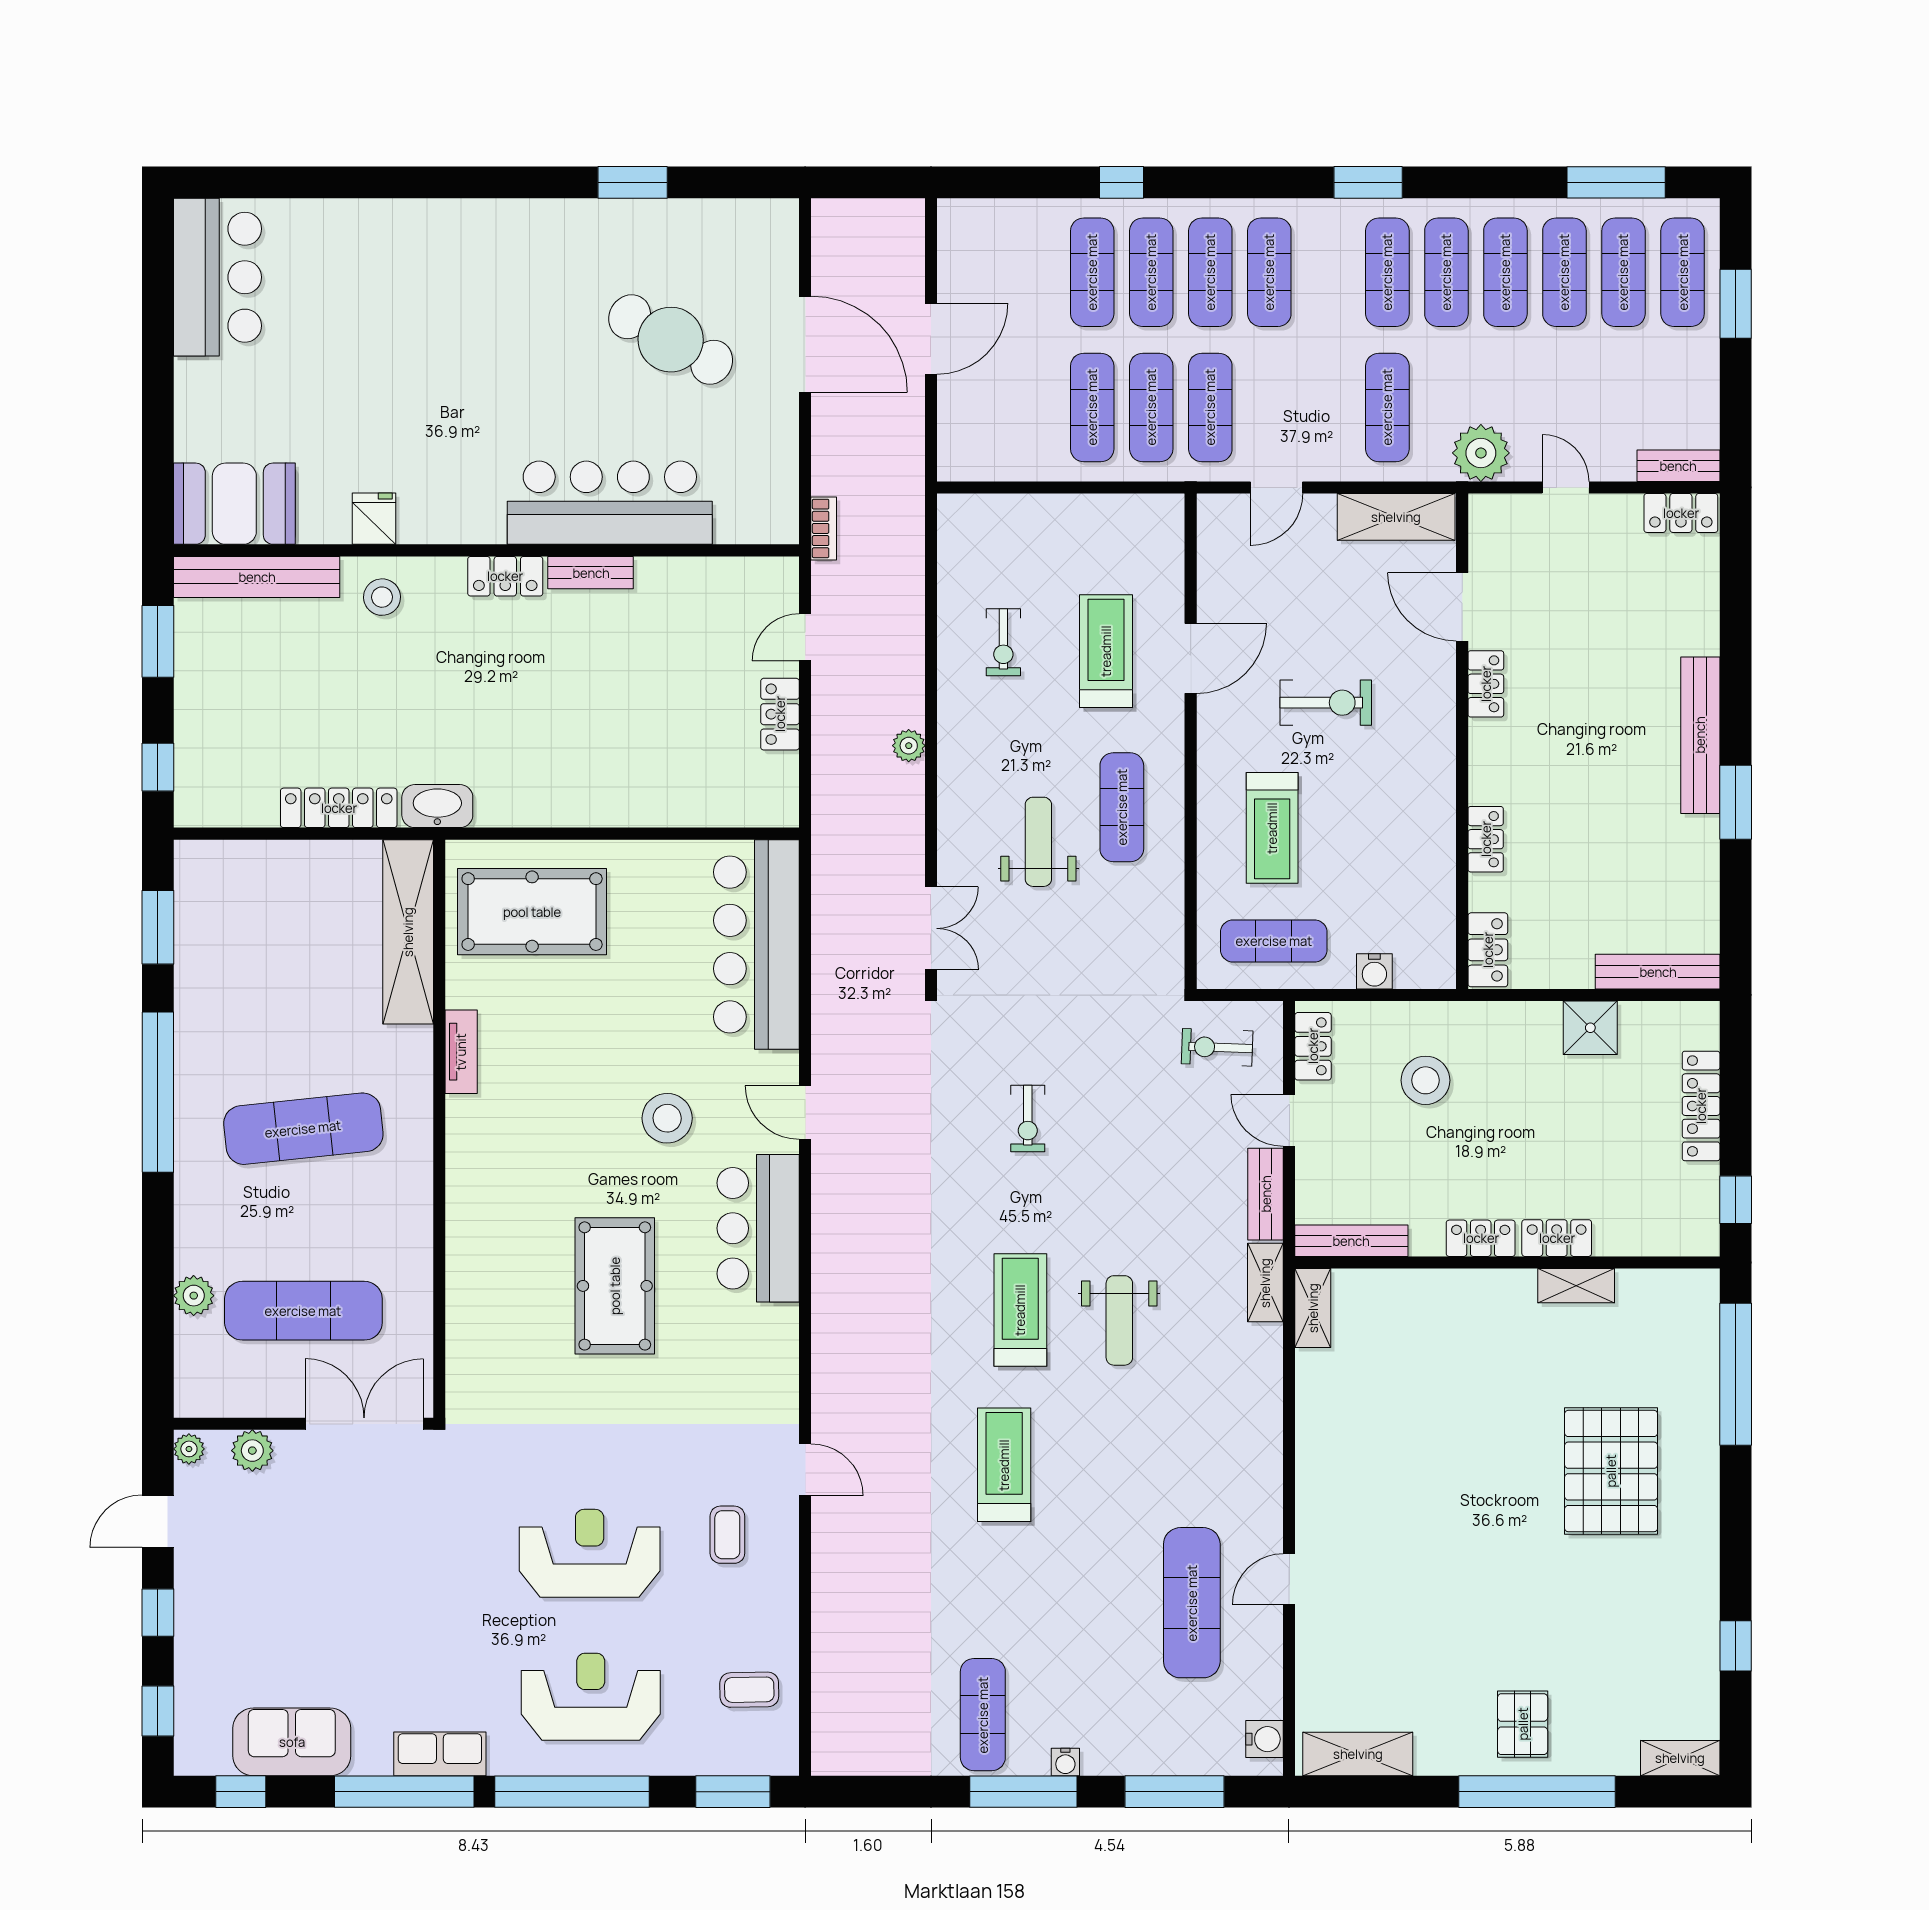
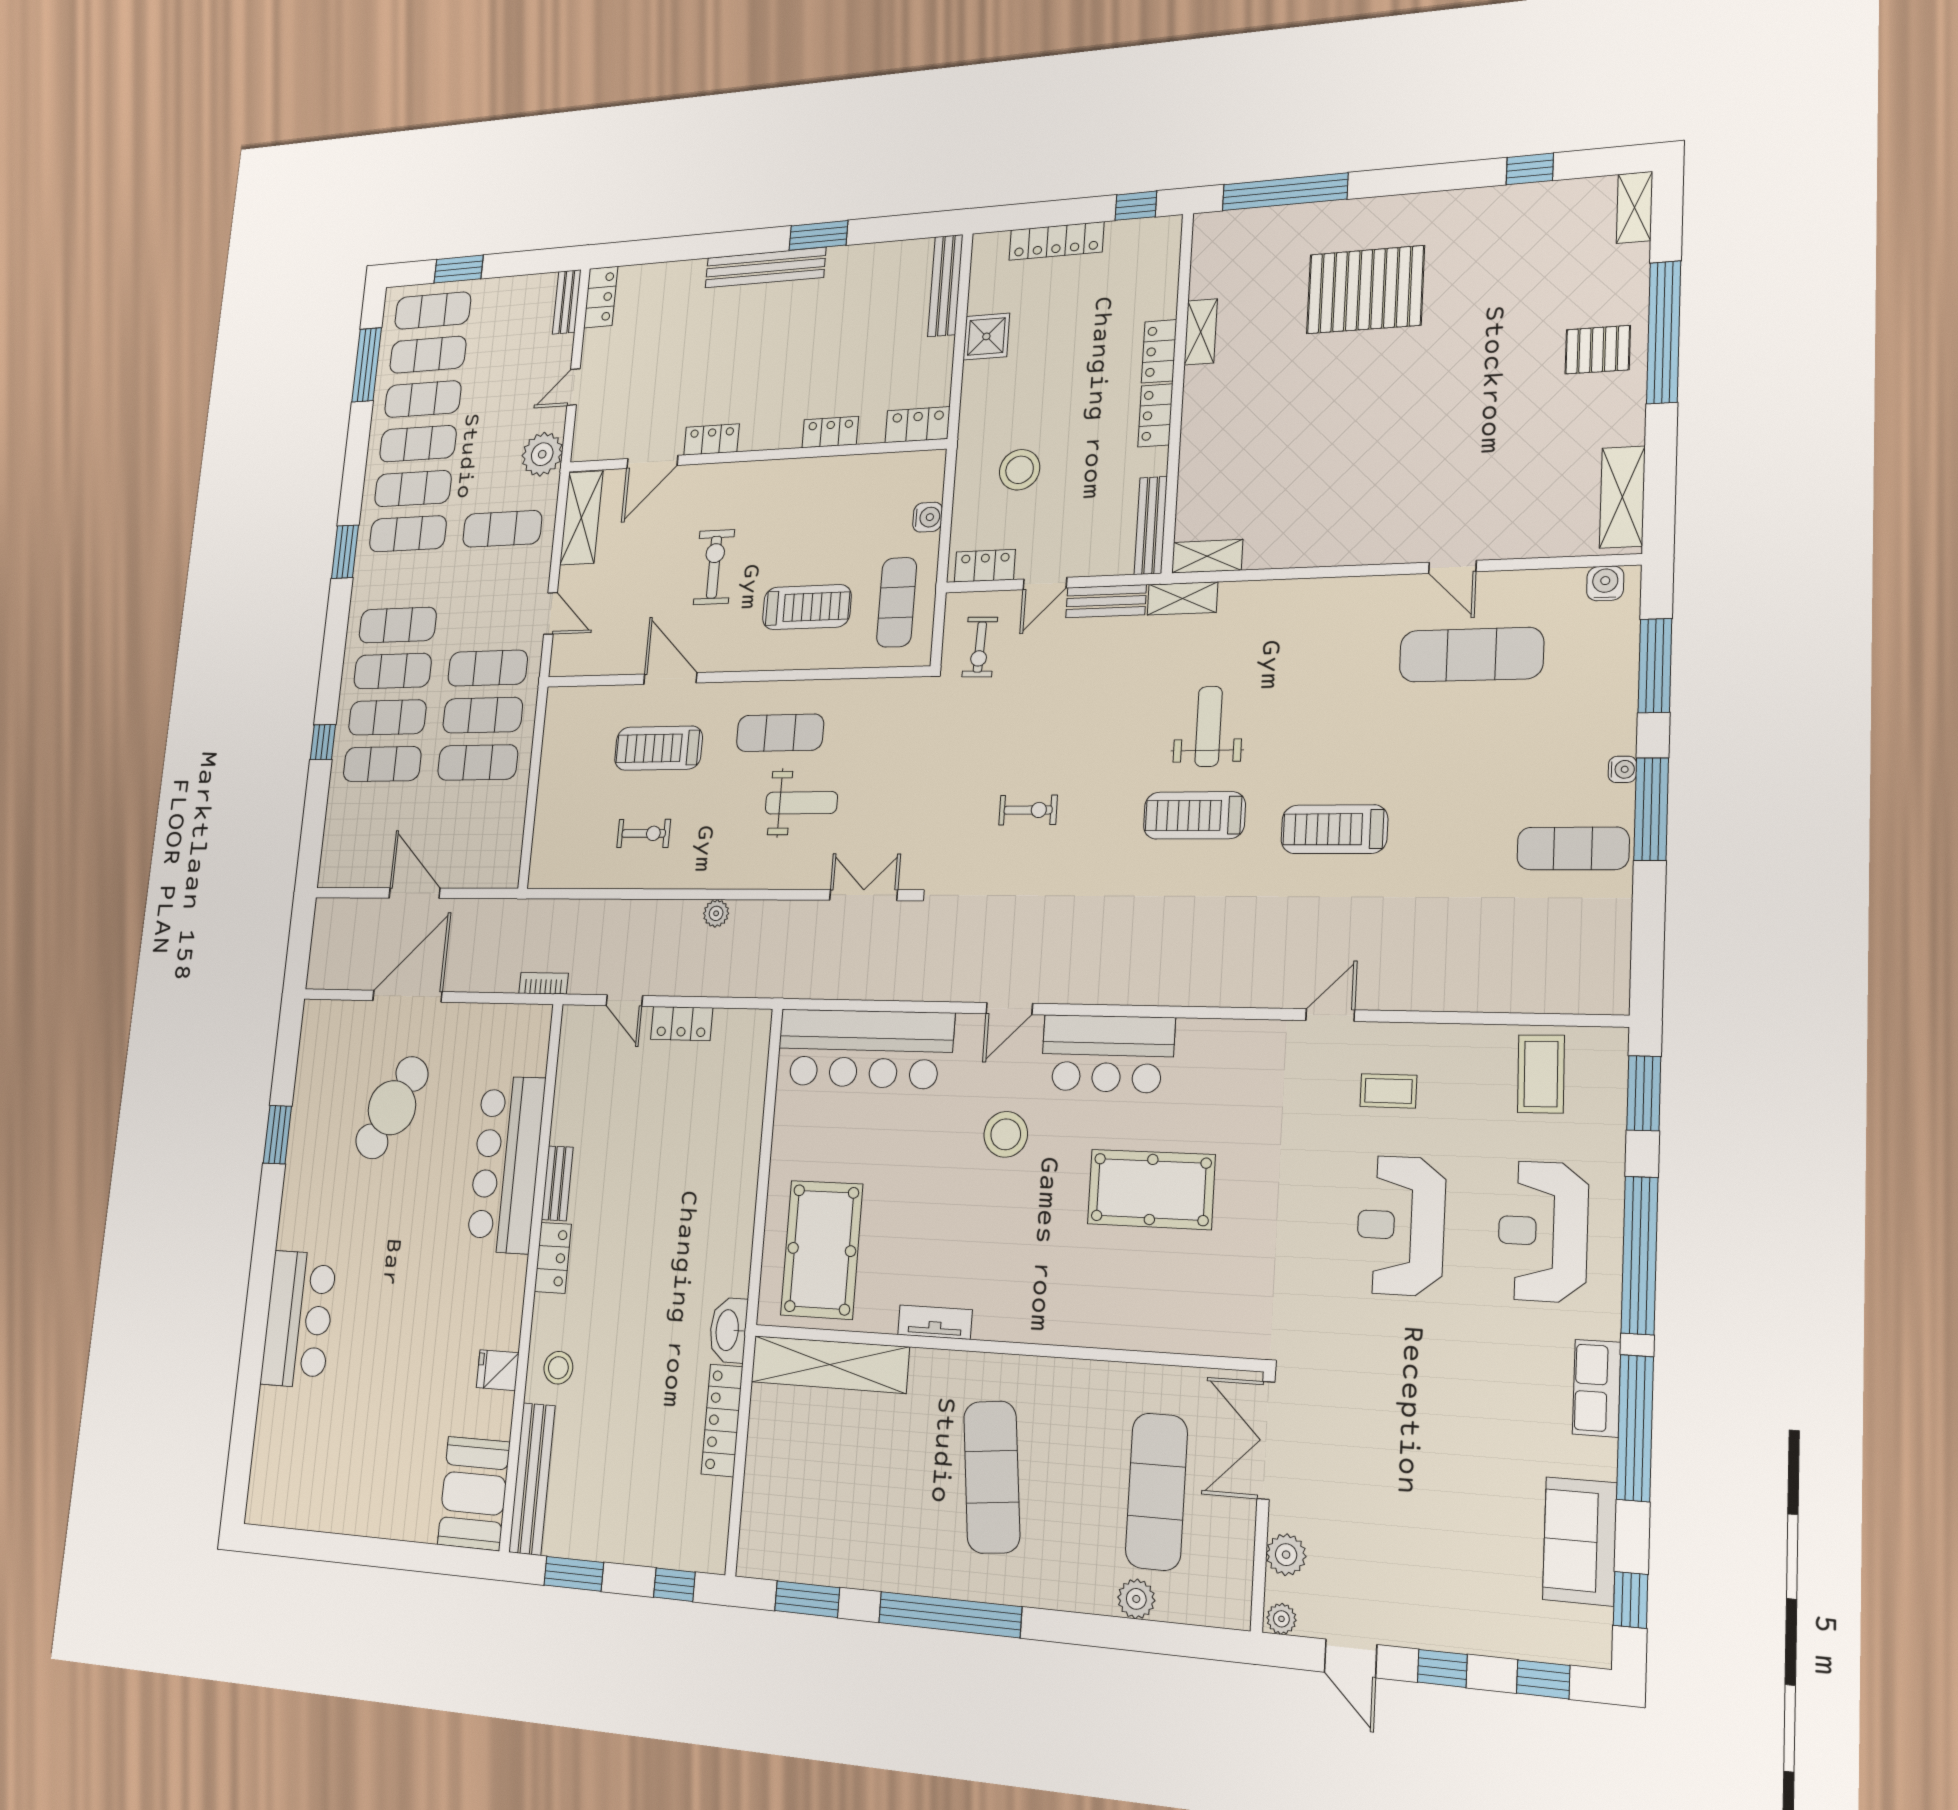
bar counter: (217, 277) -> (298, 1319), moved, turned 90
weight bench: (1038, 842) -> (801, 803), turned 180
weight bench: (1119, 1320) -> (1209, 726), turned -90
coffee table: (749, 1690) -> (1541, 1074), width x1.36, depth x1.30

